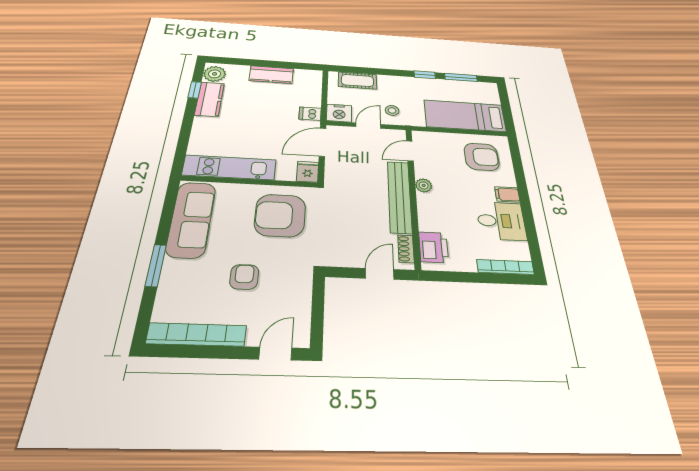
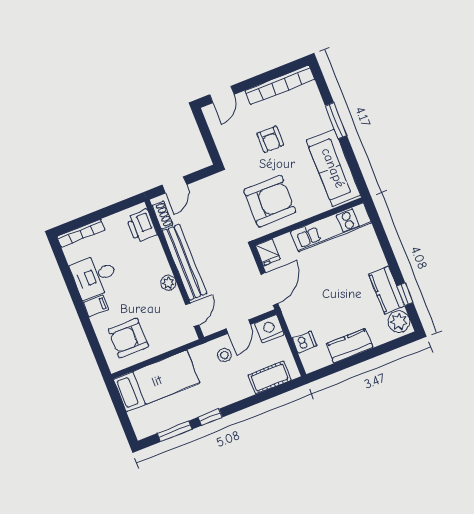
dishwasher: (310, 114) -> (304, 342), moved

